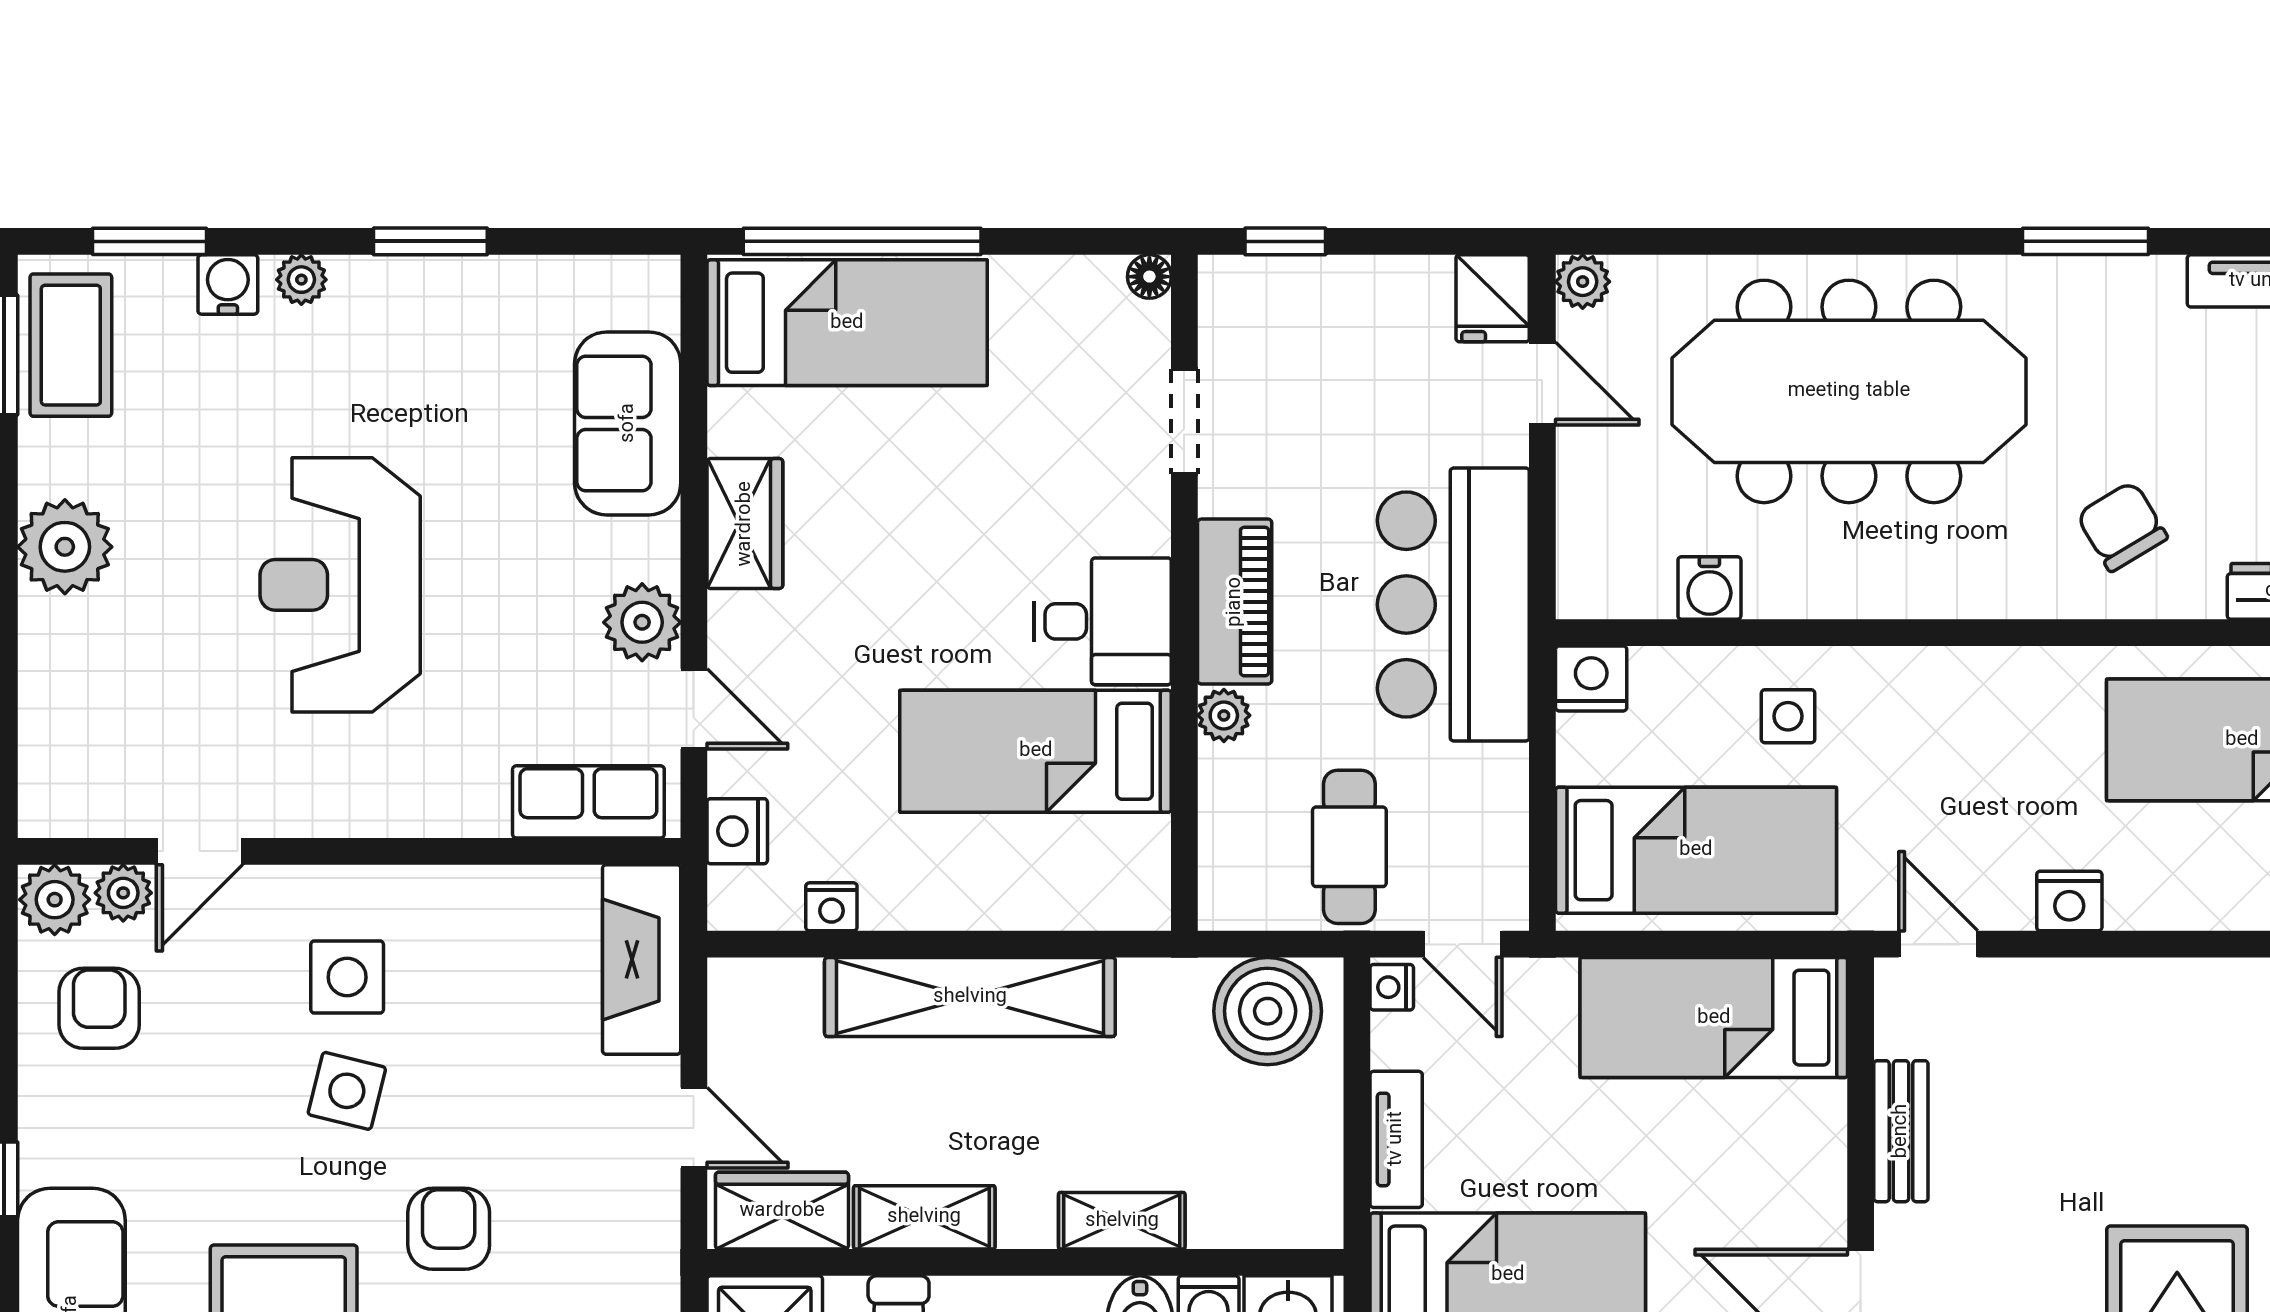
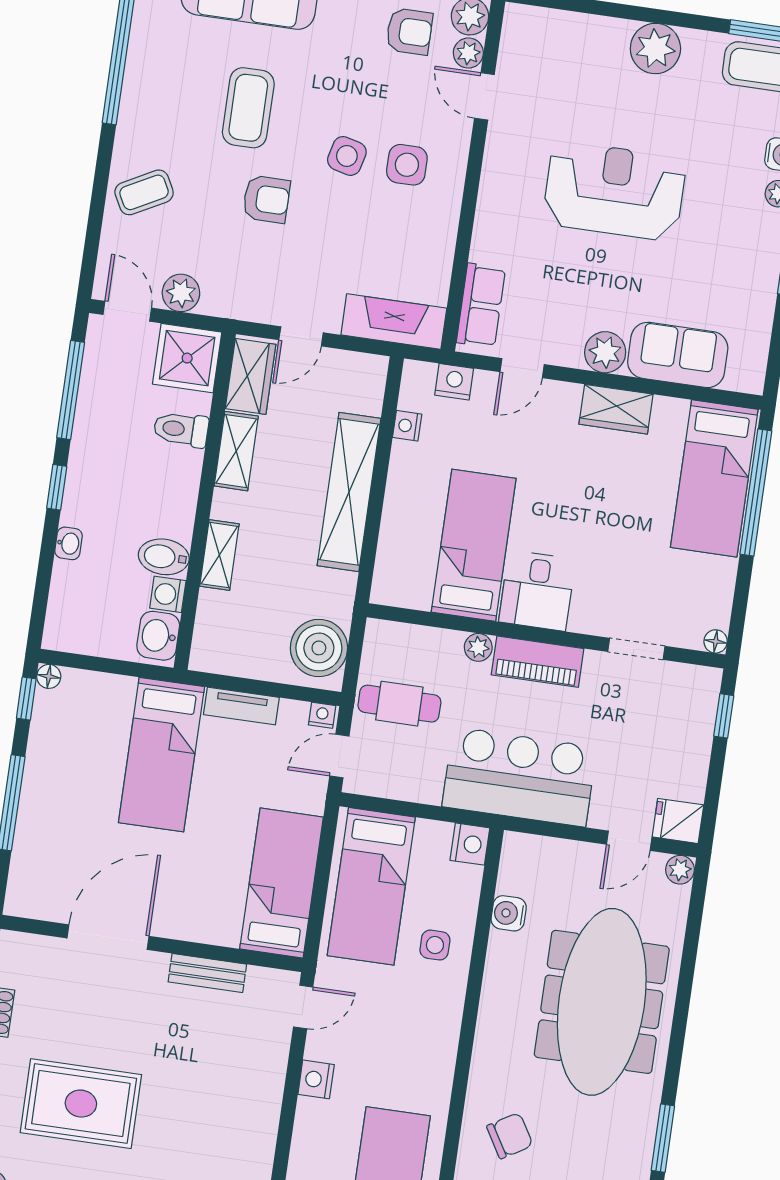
plant: (642, 622) -> (605, 352), moved

